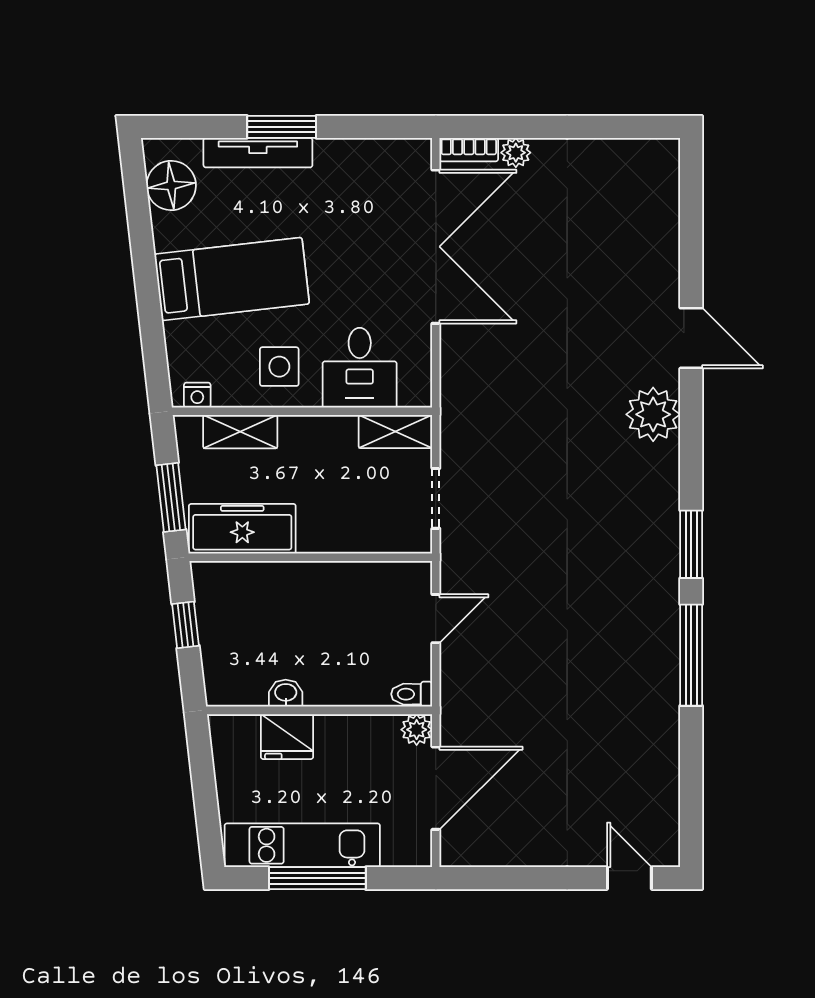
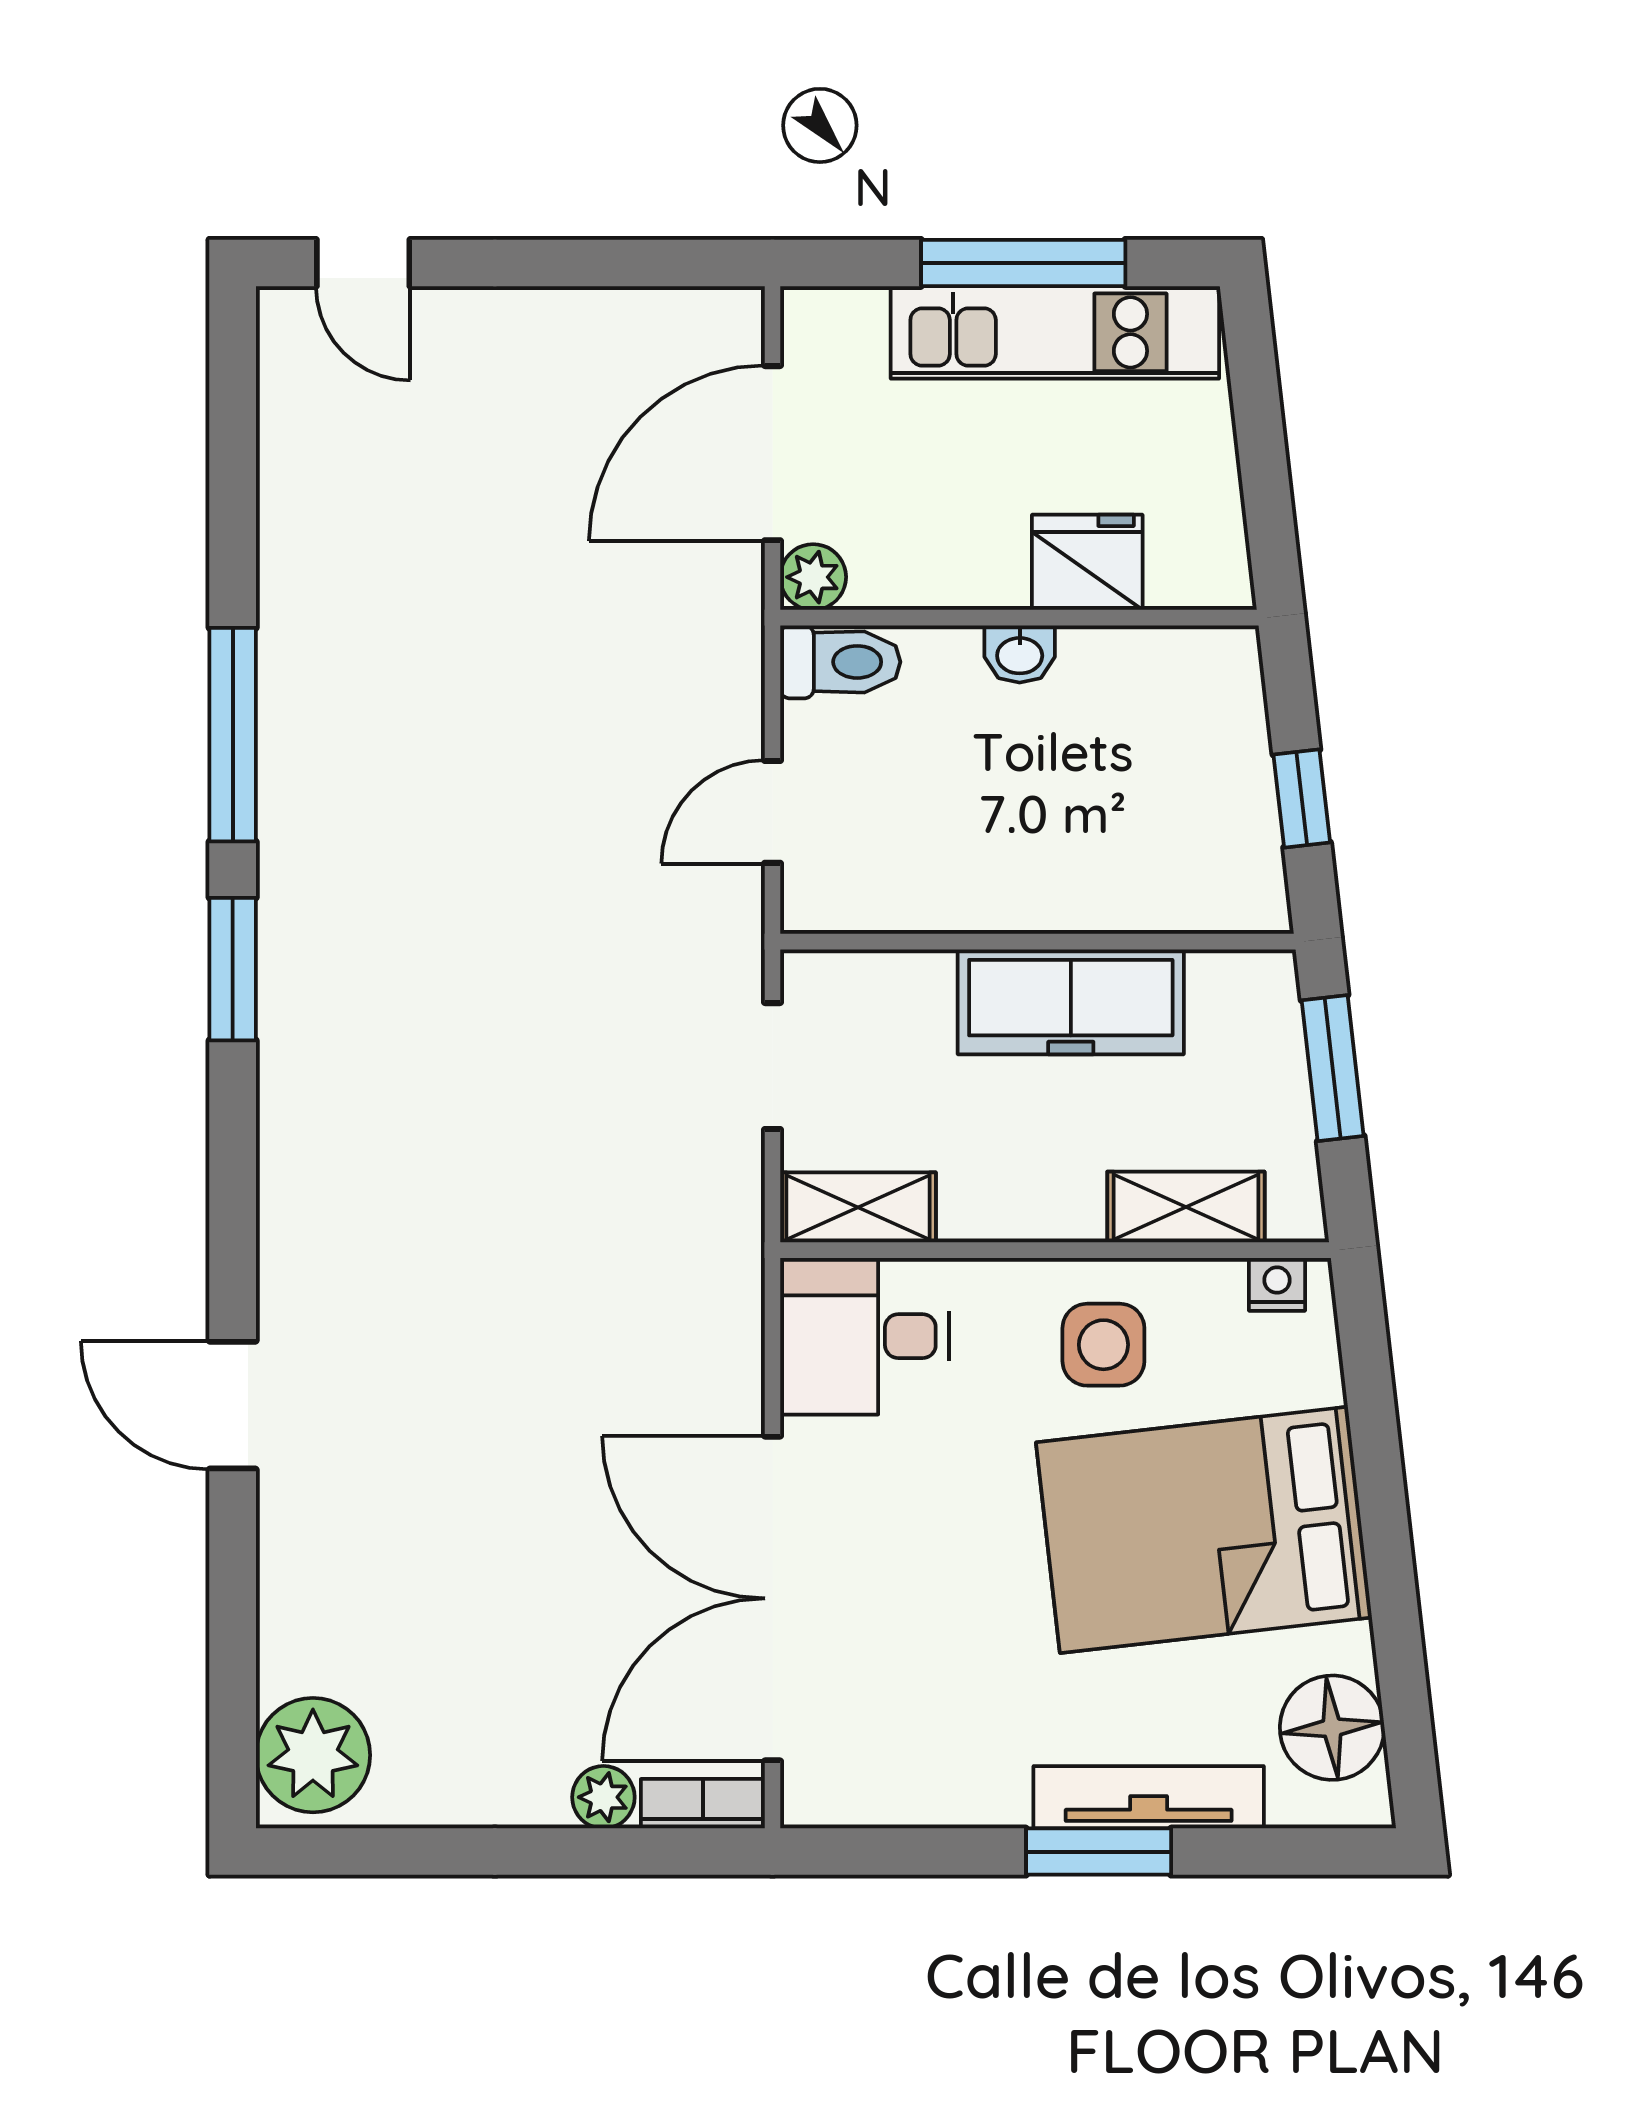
bed: (232, 279) -> (1204, 1530), width x1.50
desk: (360, 368) -> (865, 1336), moved, turned -90
plant: (653, 414) -> (313, 1755), moved
freezer: (242, 529) -> (1071, 1002), moved
washbasin: (286, 693) -> (1020, 654), moved
toilet: (412, 694) -> (840, 662), width x1.37, depth x1.39

